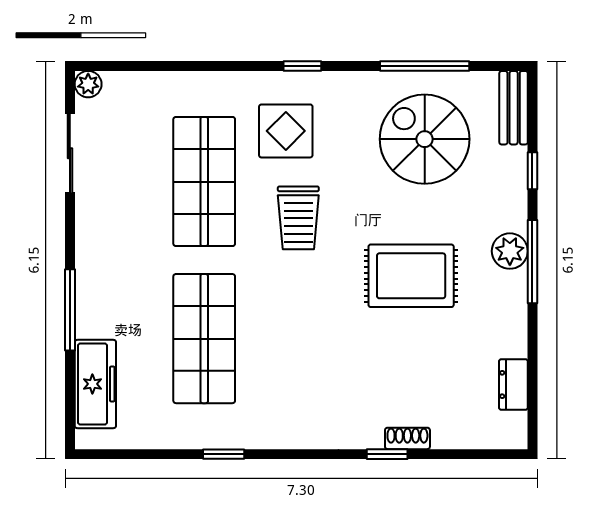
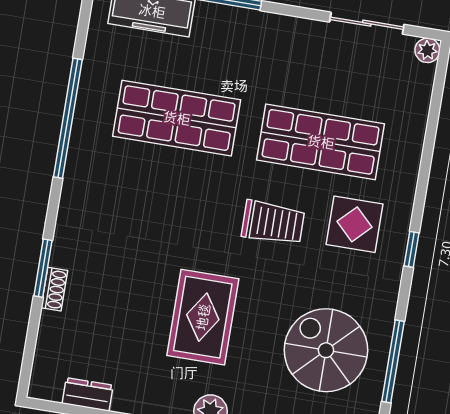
spiral stairs: (425, 139) -> (326, 350), turned -90
trolley: (298, 218) -> (273, 223), turned 180
window: (224, 454) -> (68, 118), width x3.17
window: (387, 454) -> (43, 268), width x1.50

